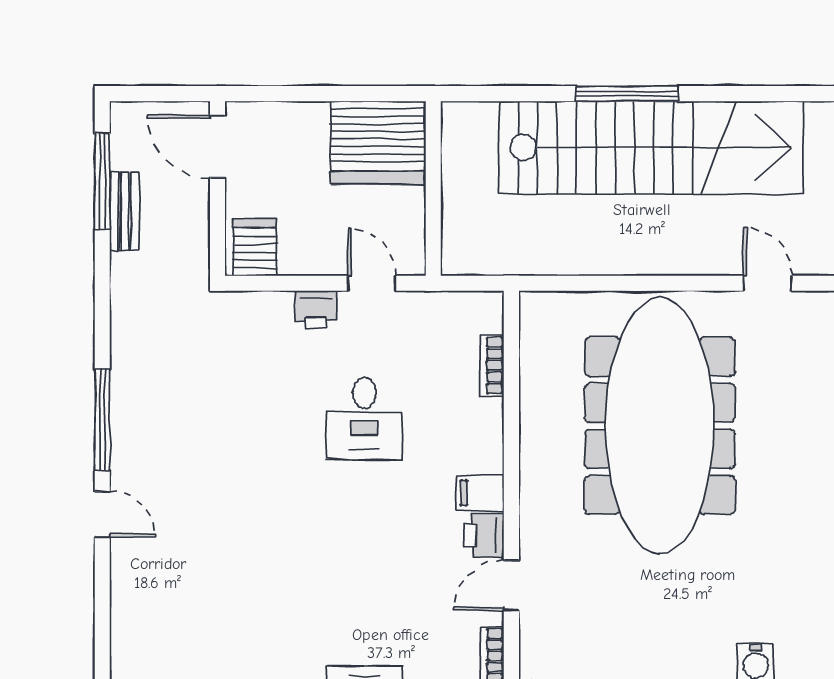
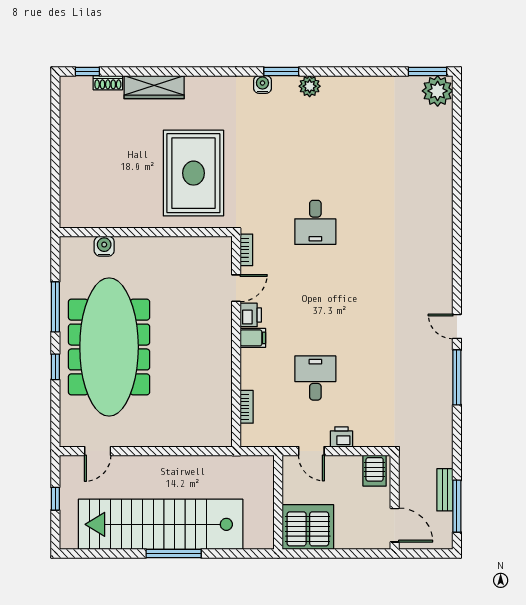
door: (768, 283) -> (98, 451), hinge flipped
meeting table: (660, 426) -> (109, 347), moved

